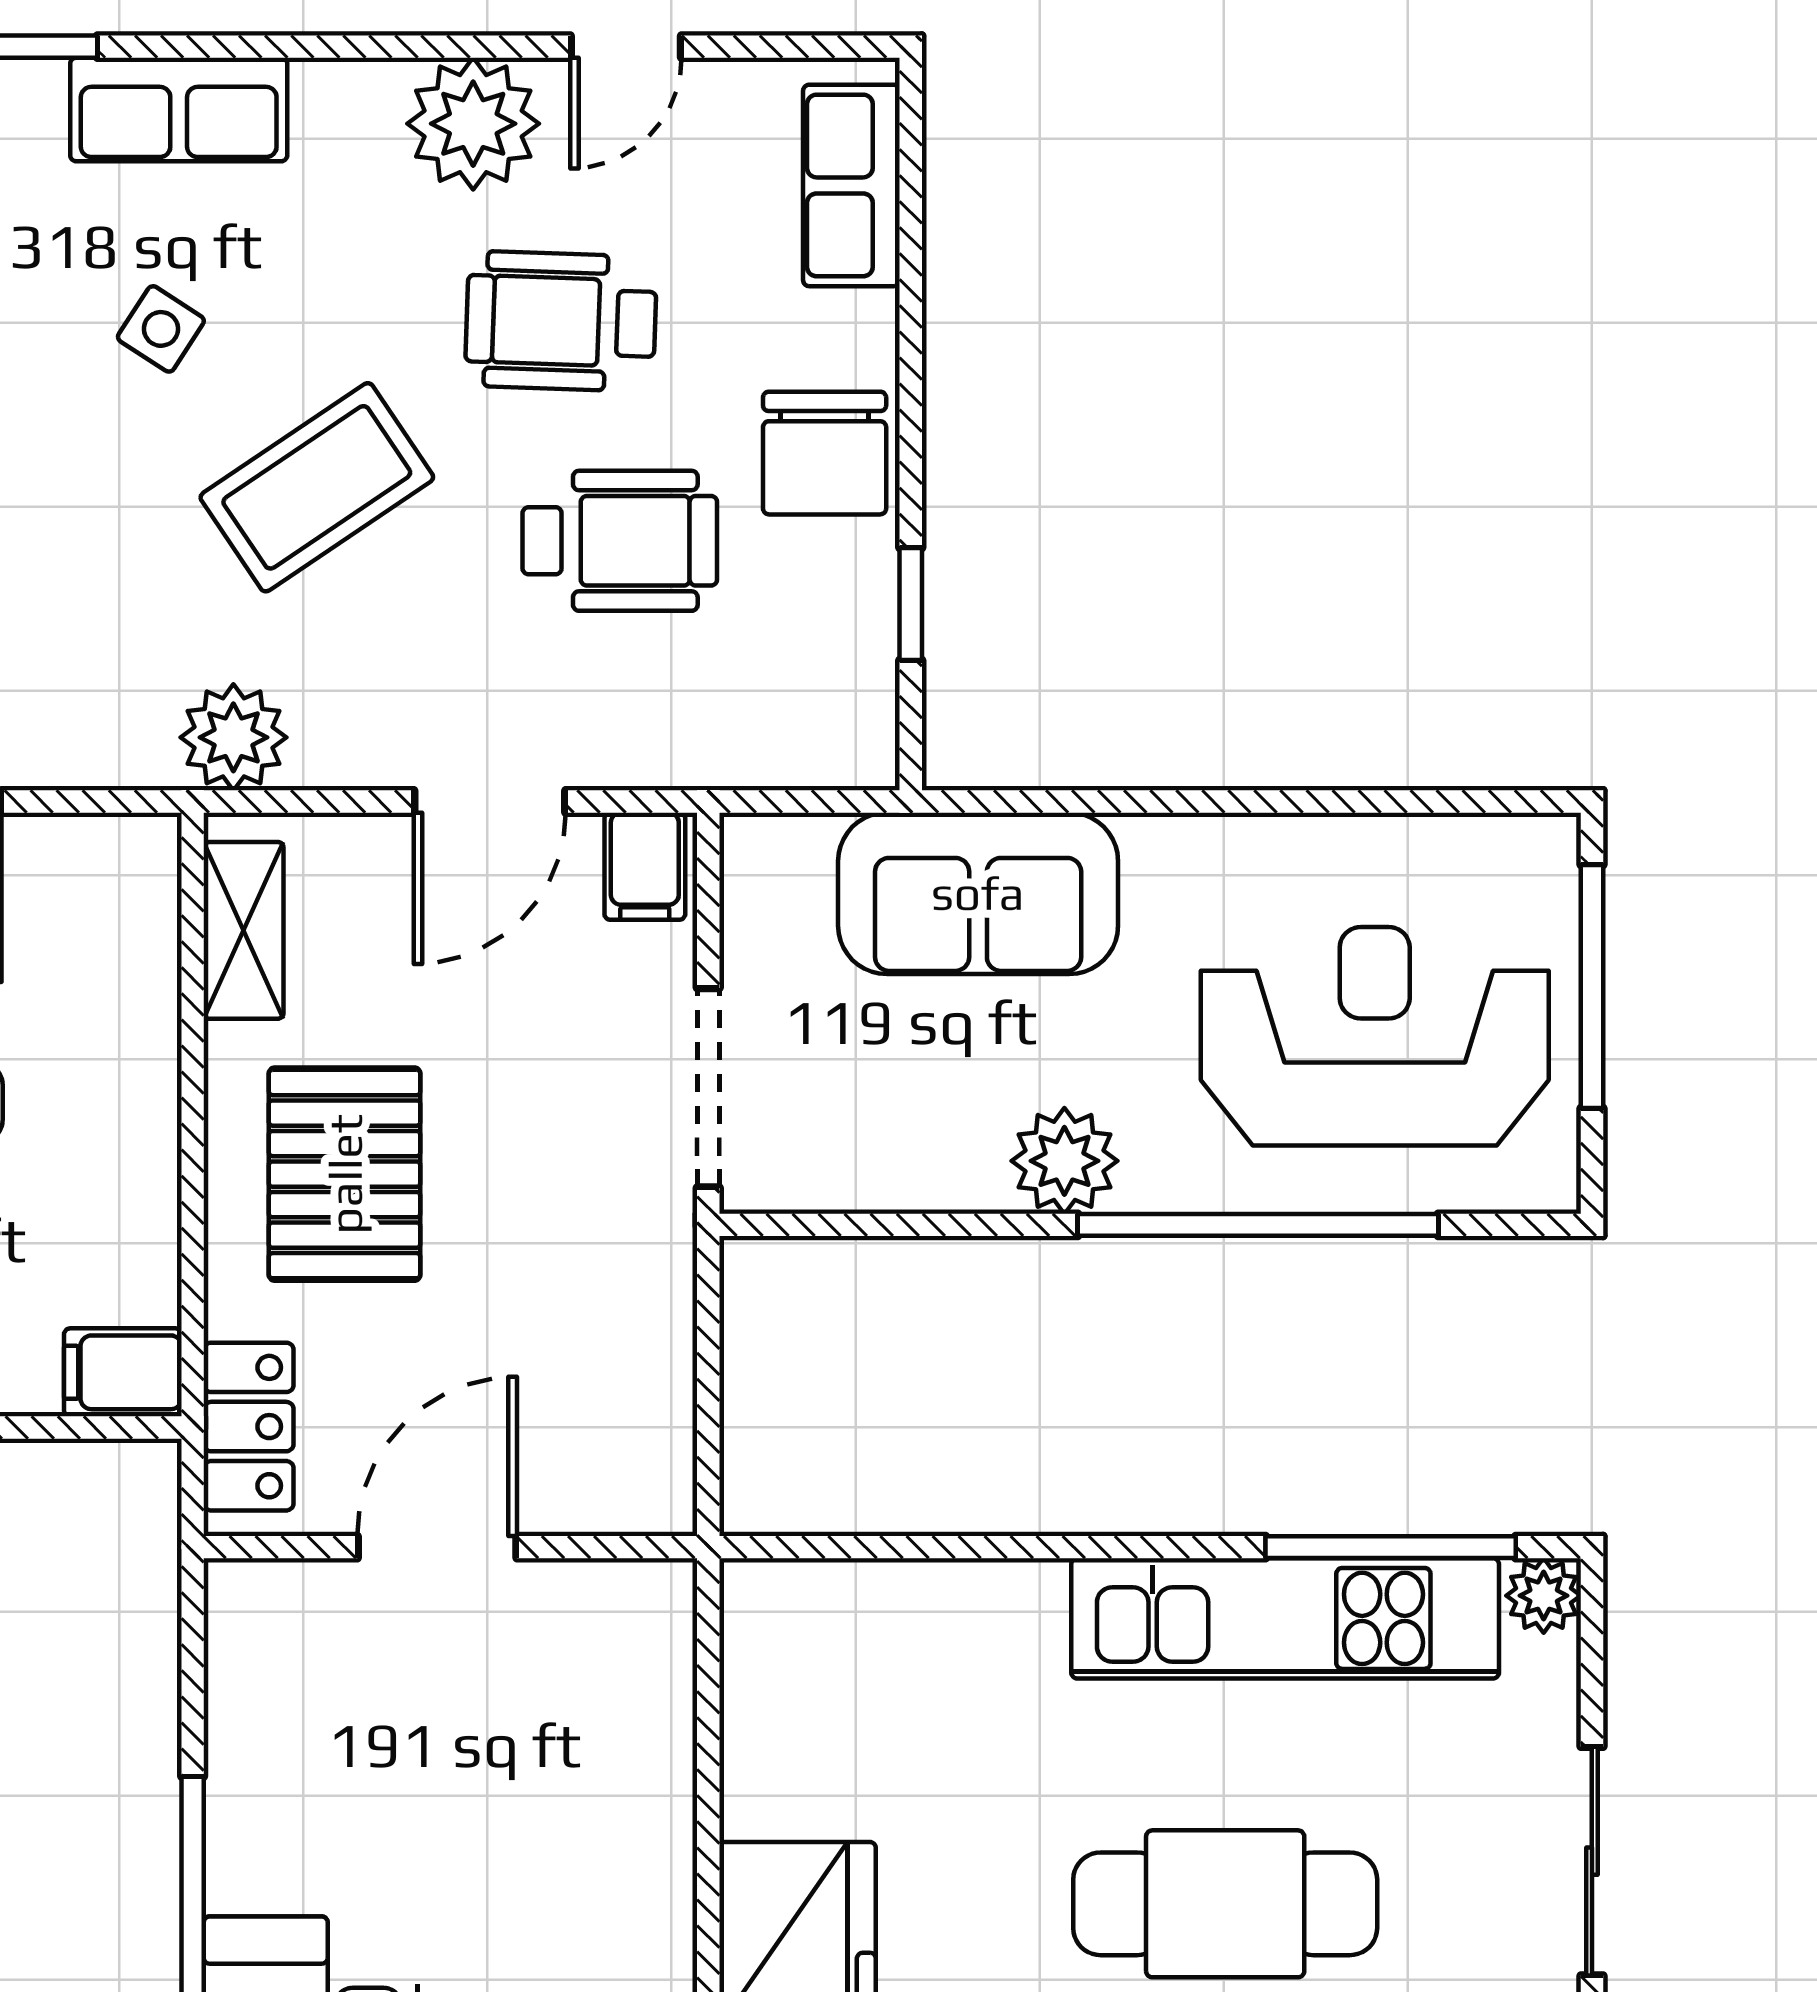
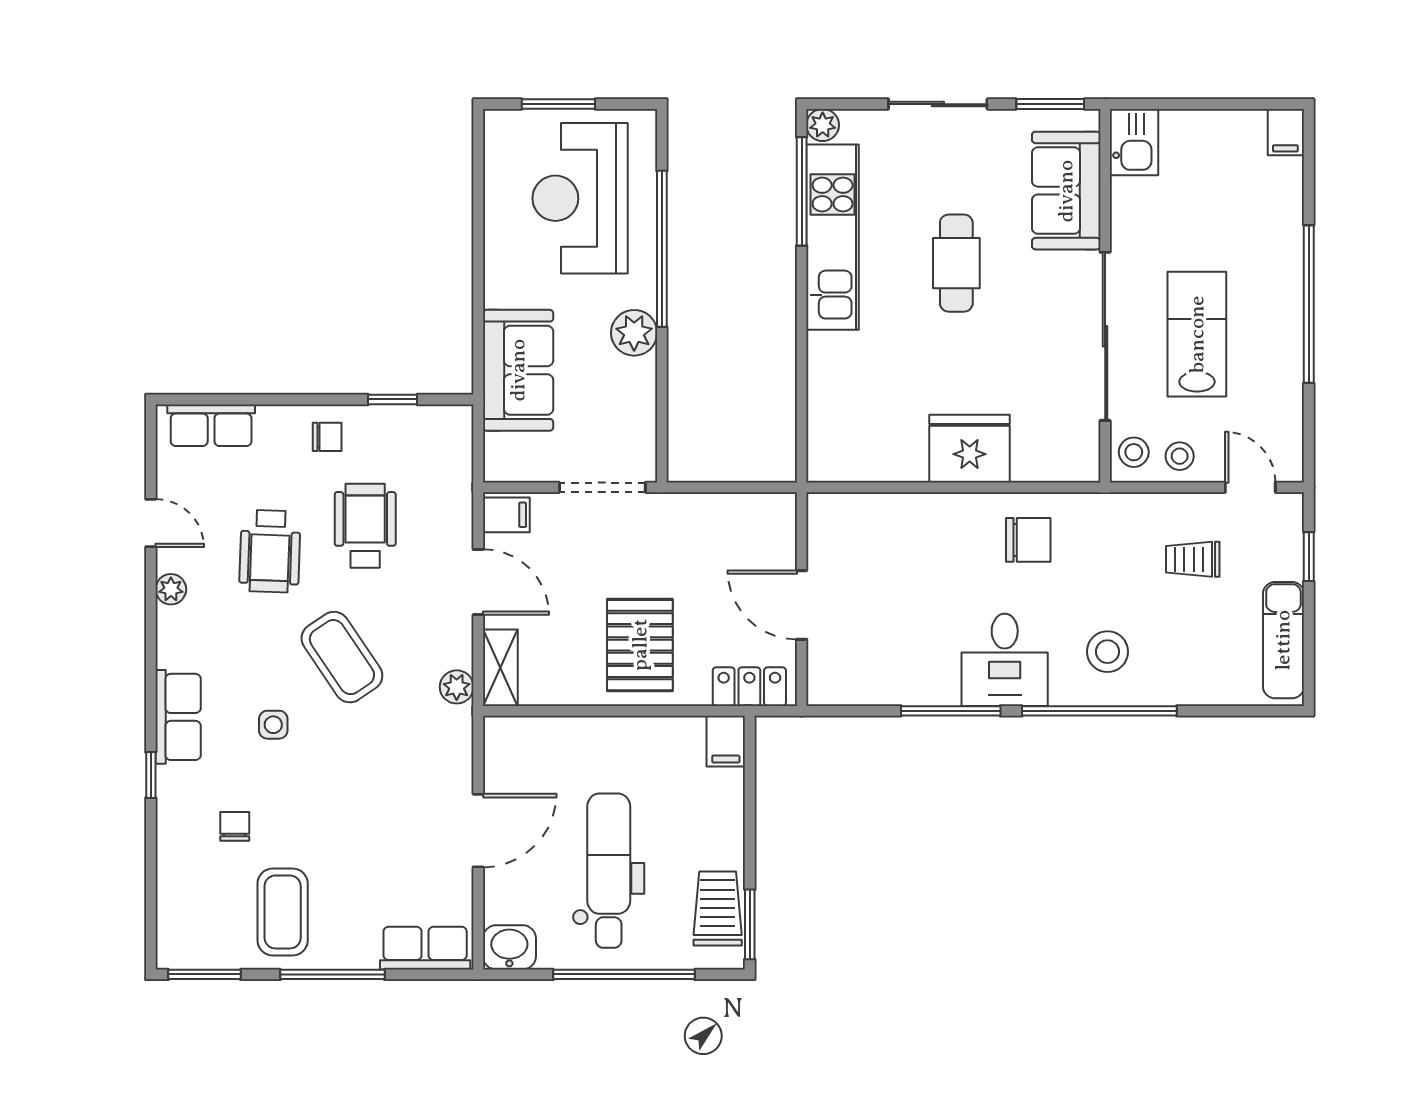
plant: (473, 124) -> (171, 589), width x0.53, depth x0.53
side table: (161, 329) -> (273, 725), turned -33
chair: (825, 453) -> (327, 437), width x0.54, depth x0.54
plant: (233, 737) -> (457, 687), width x0.73, depth x0.73
shelving: (244, 930) -> (500, 668), moved, turned 90
window: (1592, 987) -> (558, 104), width x0.69
pallet: (345, 1174) -> (640, 645), turned 90
cafe table: (1225, 1904) -> (956, 263), width x0.73, depth x0.74

